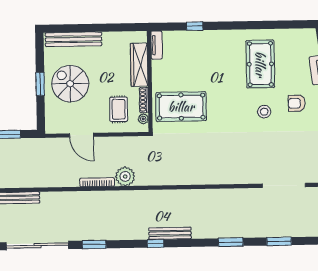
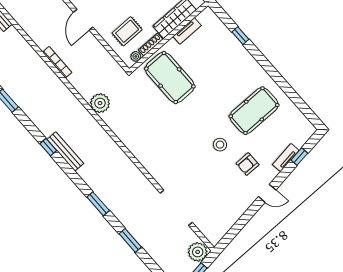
tv unit: (157, 45) -> (187, 31), moved
armchair: (297, 103) -> (248, 164), turned -90
plant: (125, 176) -> (100, 103), moved

